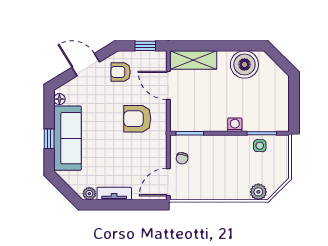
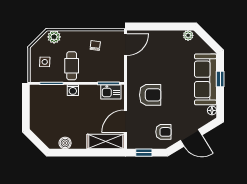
boiler: (244, 64) -> (65, 143), width x0.54, depth x0.54
door: (168, 85) -> (126, 121), swing flipped
kitchen sink: (187, 123) -> (111, 92), added
side table: (260, 146) -> (45, 62), moved
cafe table: (236, 155) -> (72, 66), added
chair: (182, 158) -> (95, 46), moved
tv unit: (114, 194) -> (168, 35), removed

